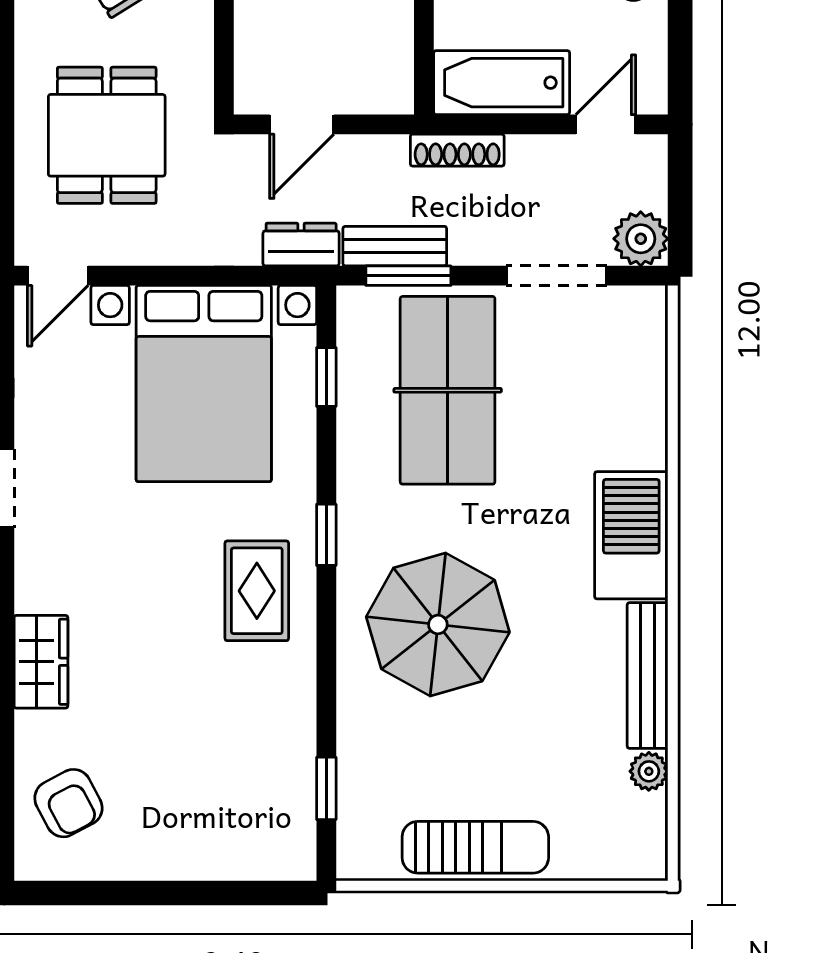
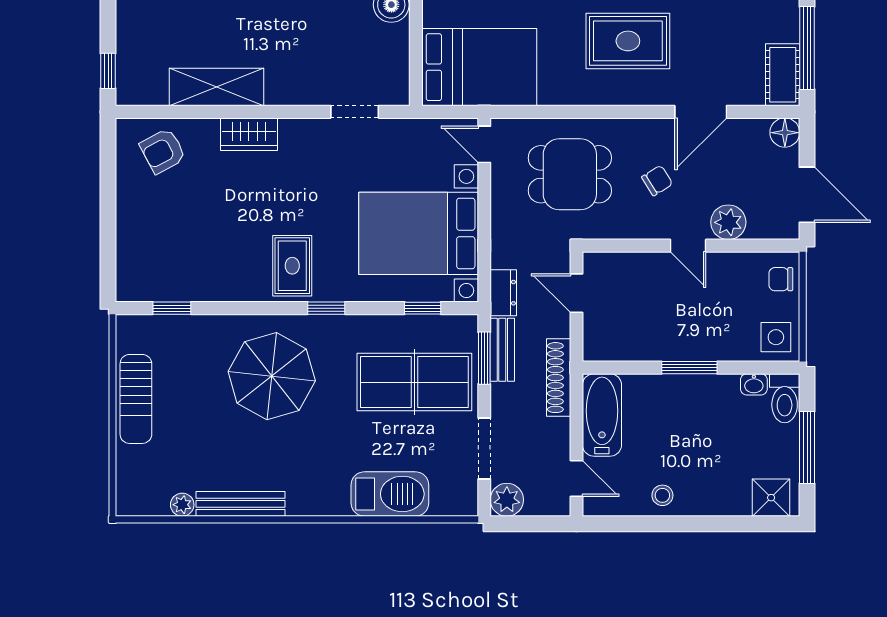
shoe rack: (457, 150) -> (559, 378), width x1.36, depth x1.24
barbecue: (631, 535) -> (390, 494), moved
rug: (257, 591) -> (292, 266), turned 90

